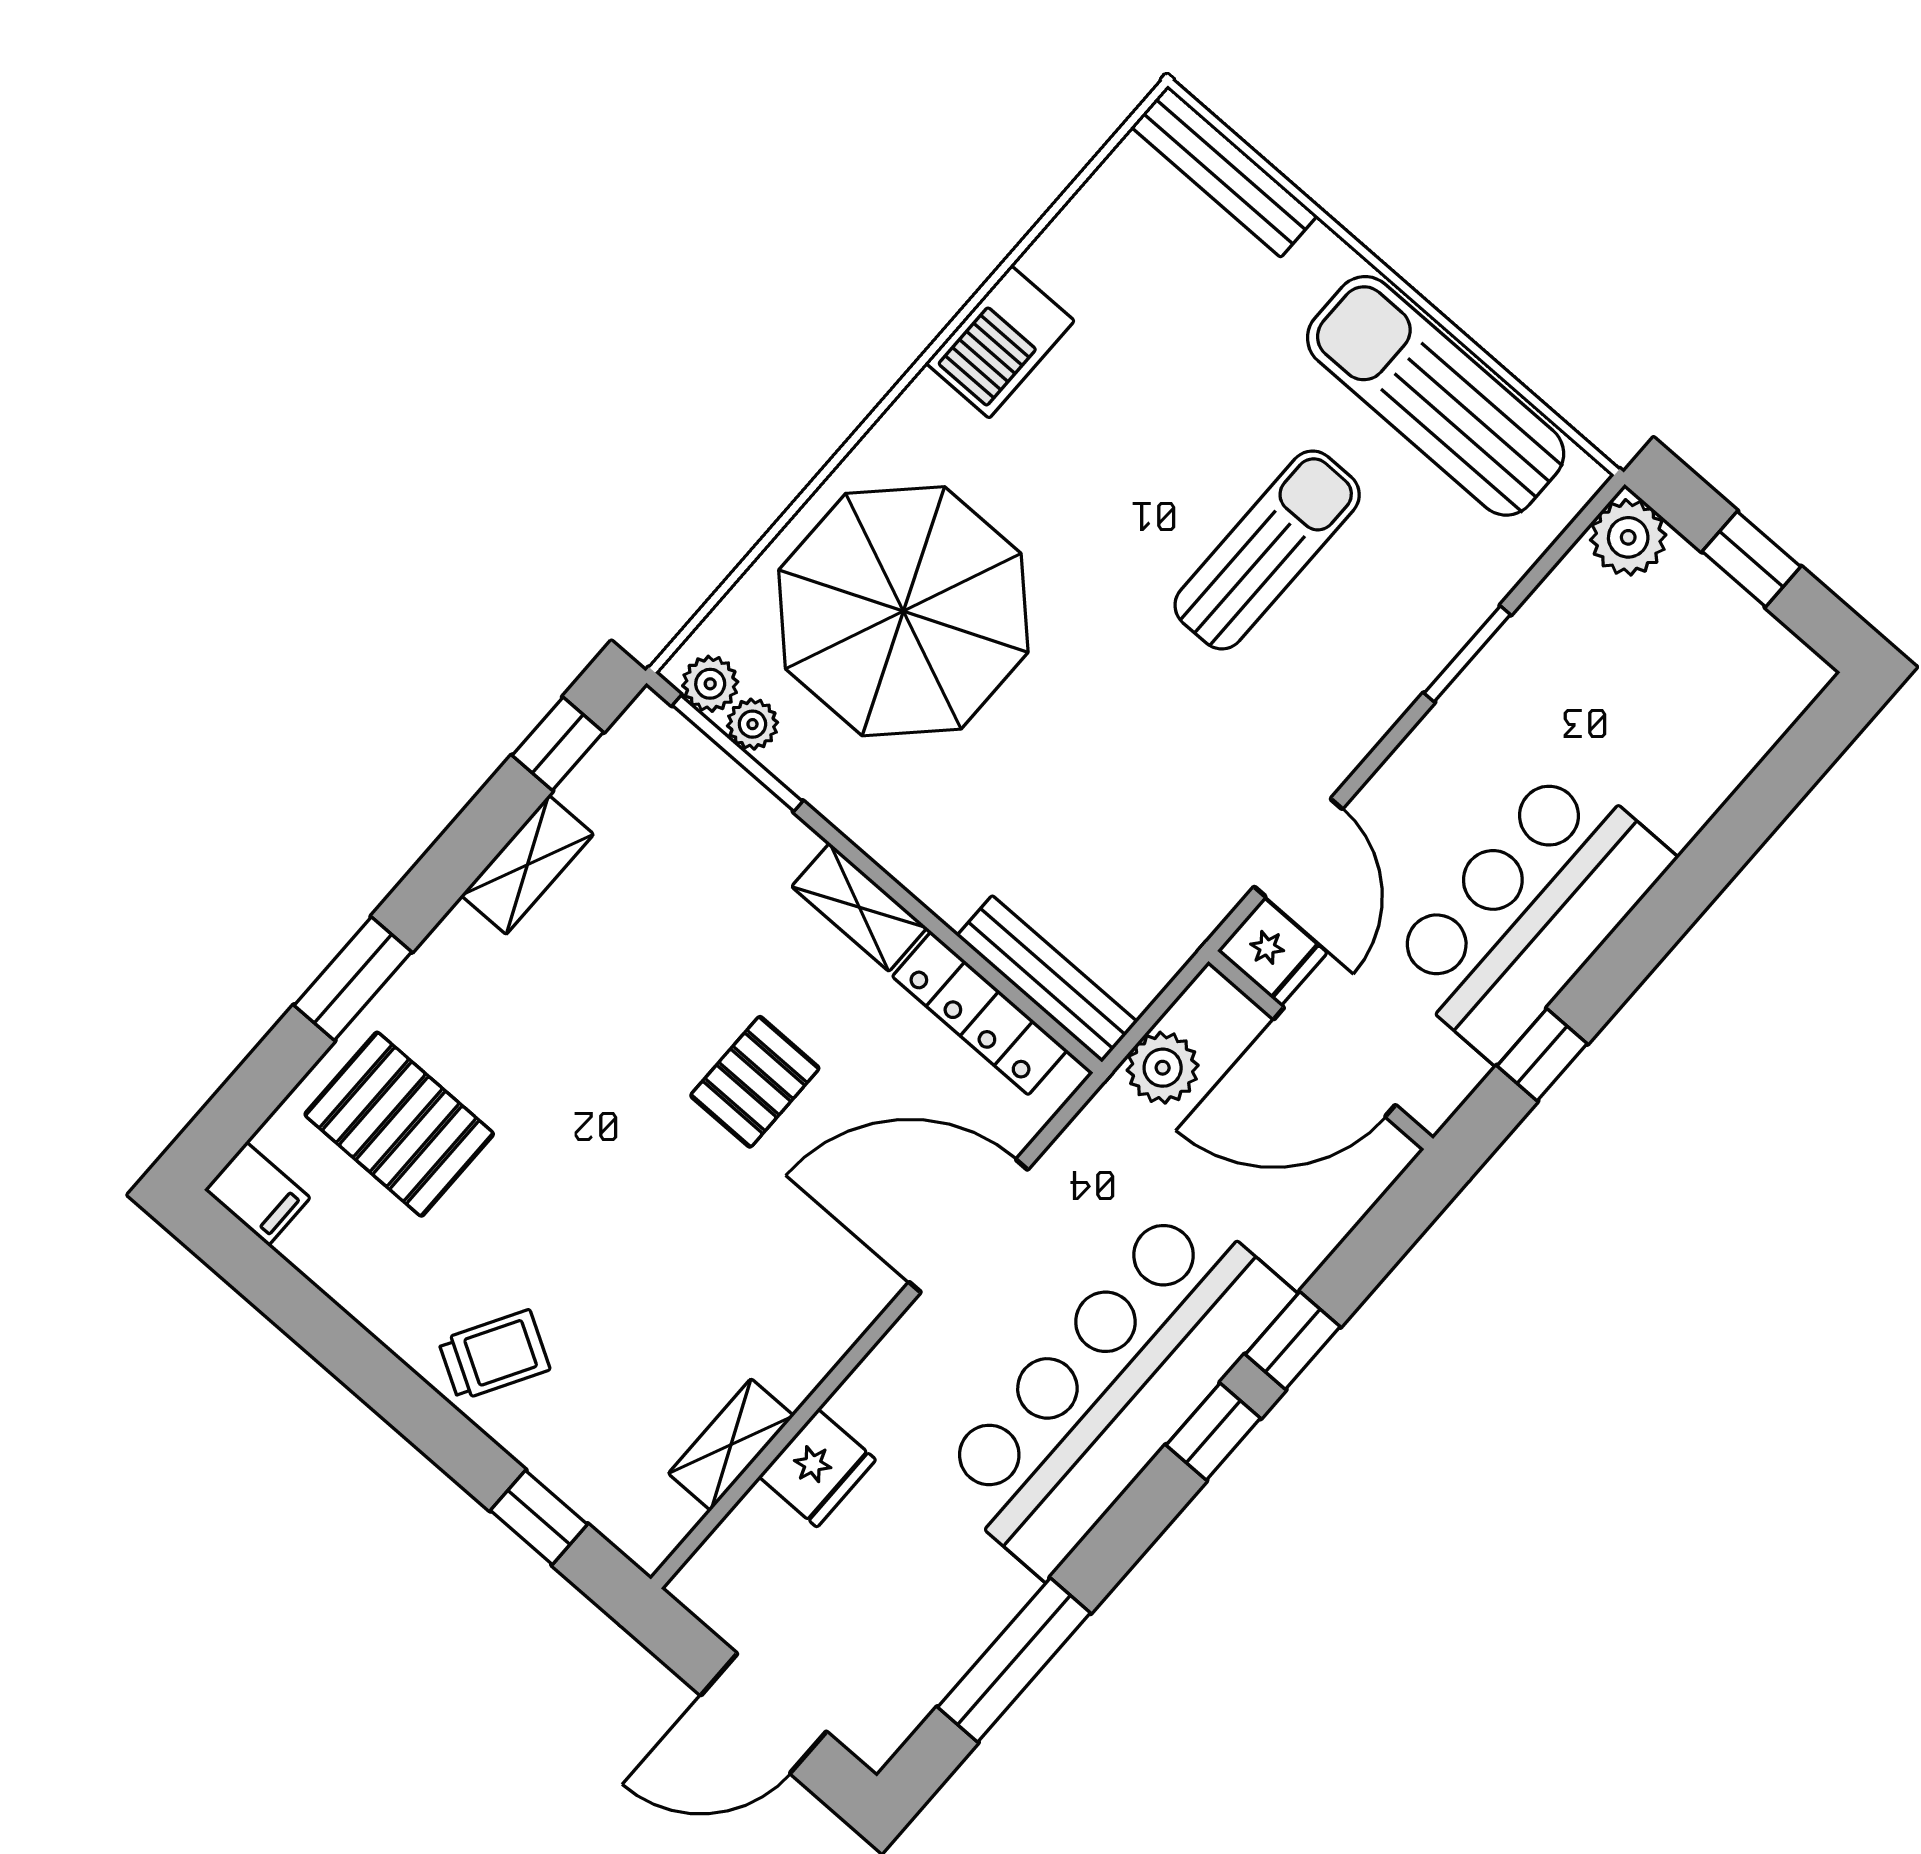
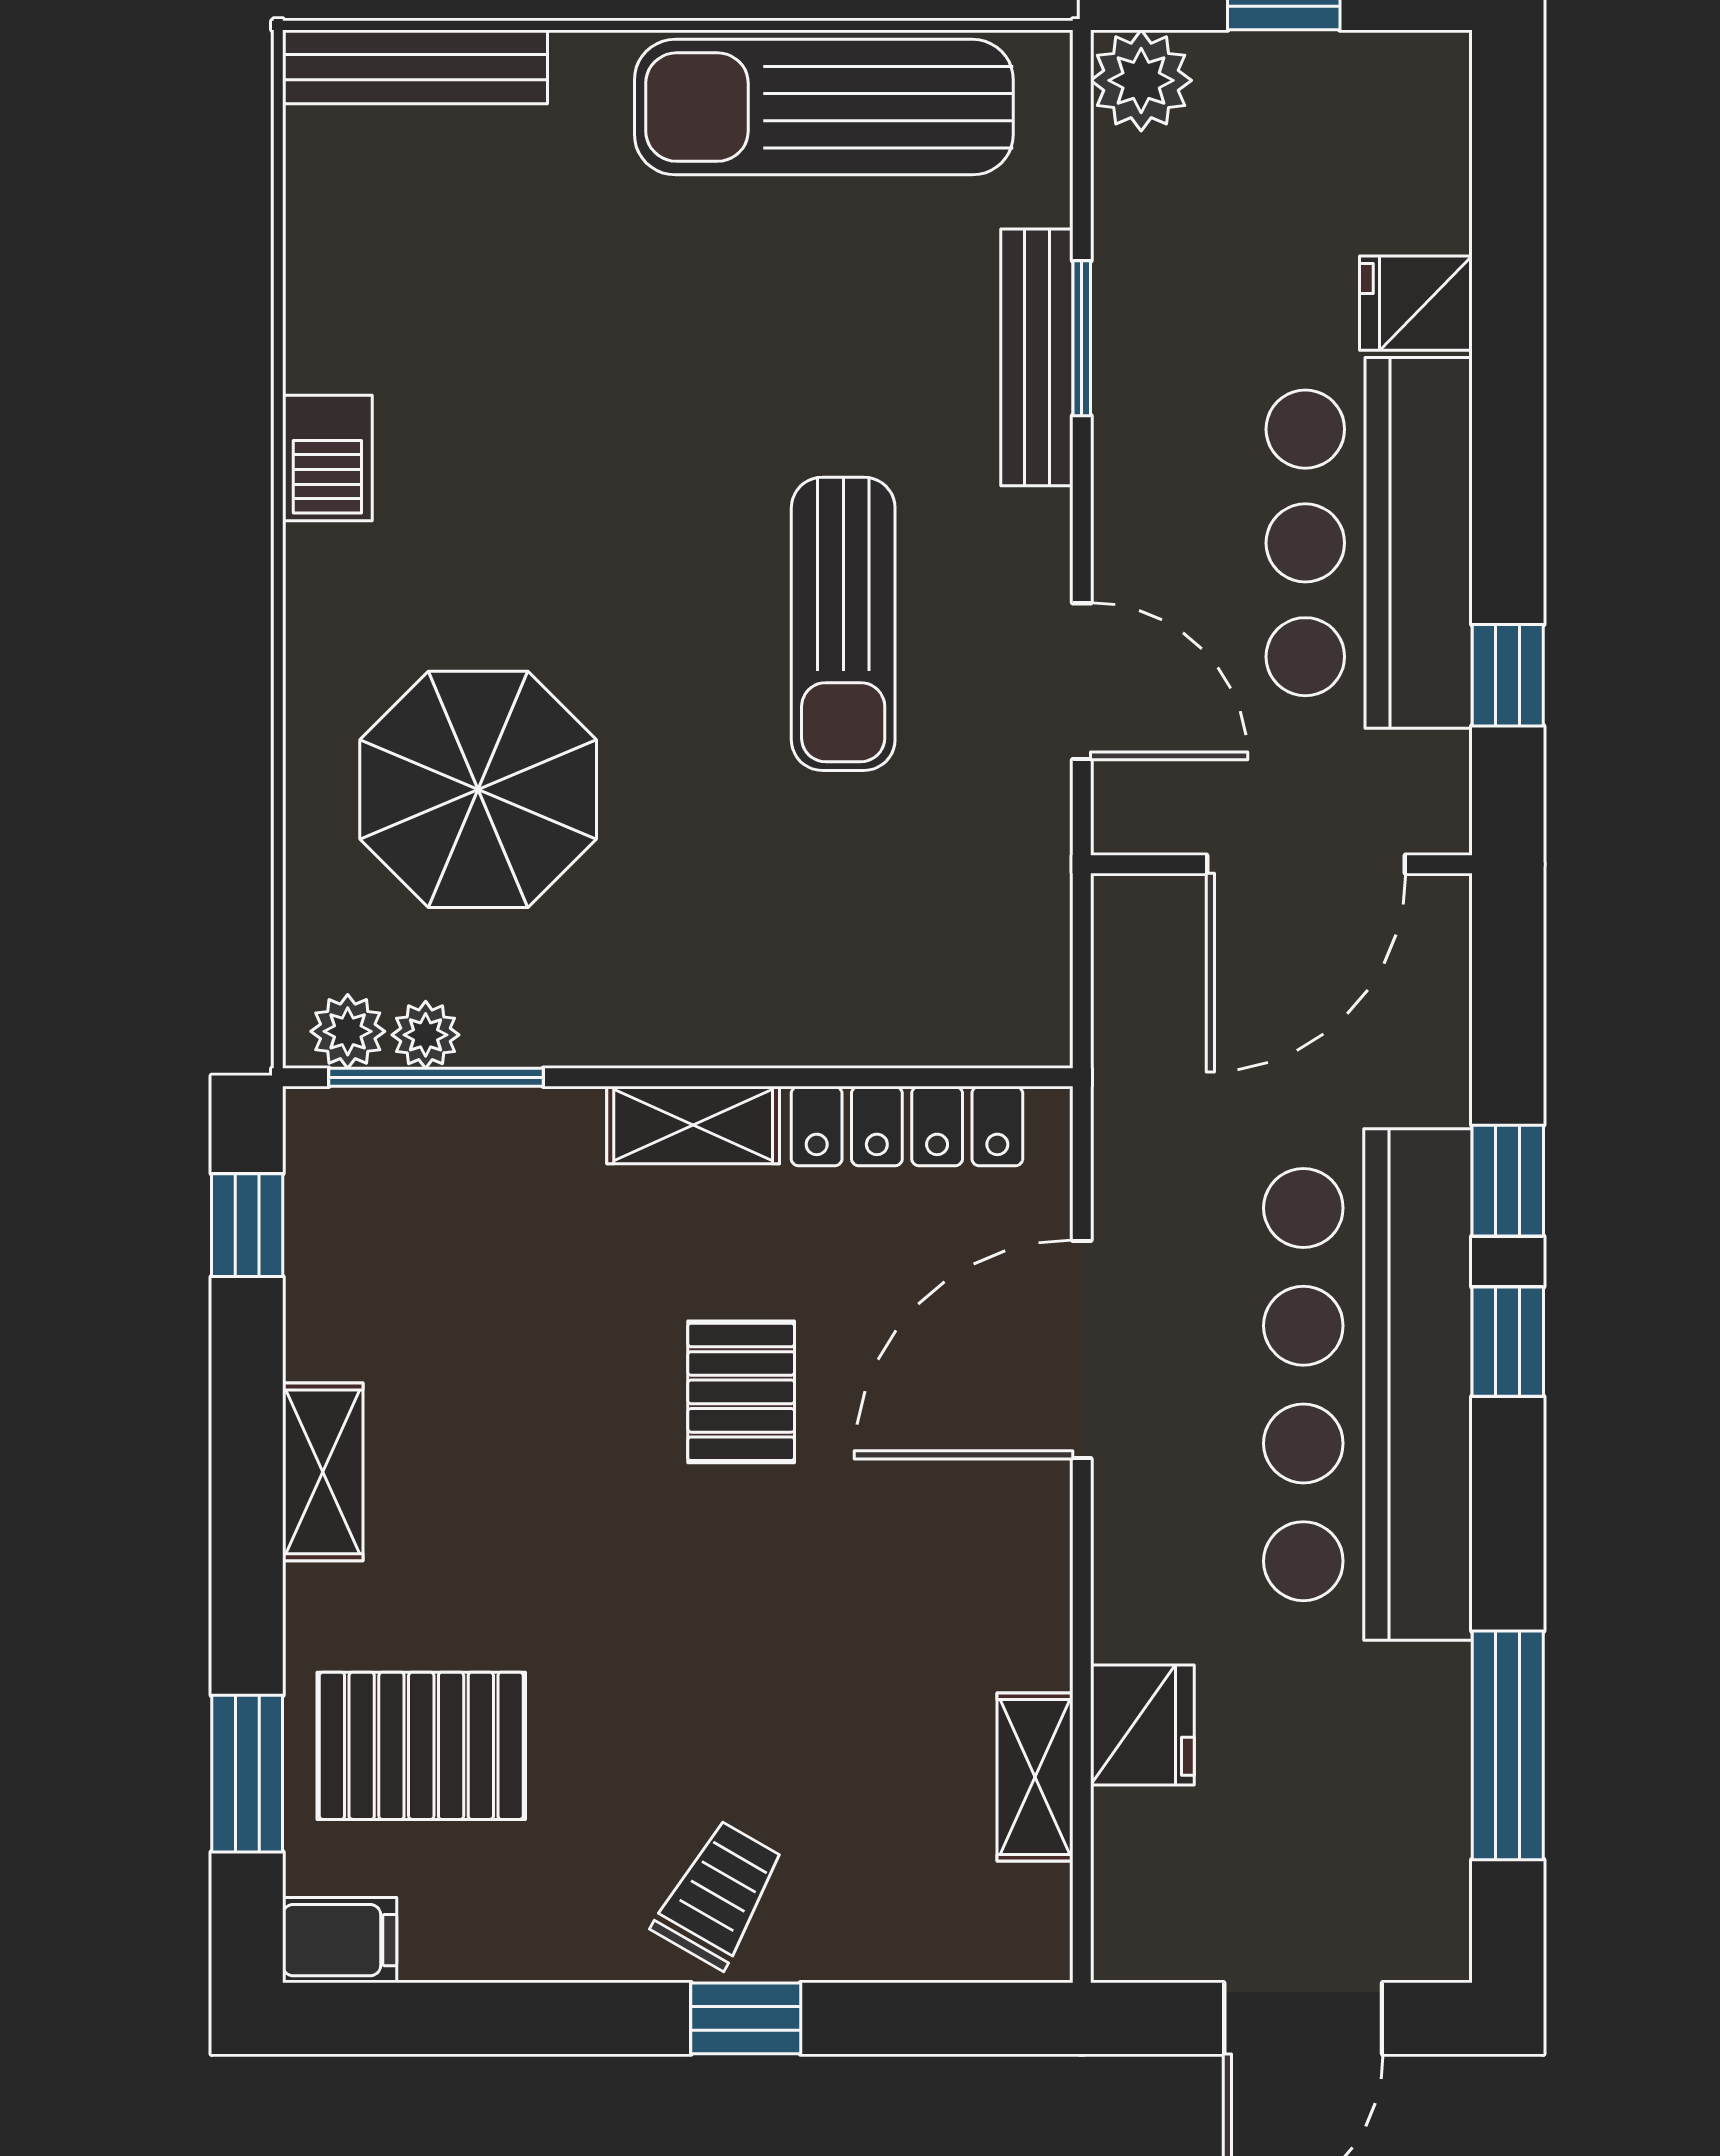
barbecue: (1000, 342) -> (327, 458), width x0.73, depth x0.79
sun lounger: (1267, 550) -> (843, 624), moved, turned 180
parasol: (903, 611) -> (478, 789), width x0.73, depth x0.73
shelving: (527, 865) -> (323, 1472), moved
fridge: (1272, 952) -> (1416, 303), moved, turned 180
window: (353, 979) -> (247, 1774), moved
bench: (1047, 979) -> (1037, 357), moved, turned 90
plant: (1163, 1068) -> (1138, 1021), removed
window: (539, 1517) -> (746, 2018), moved

